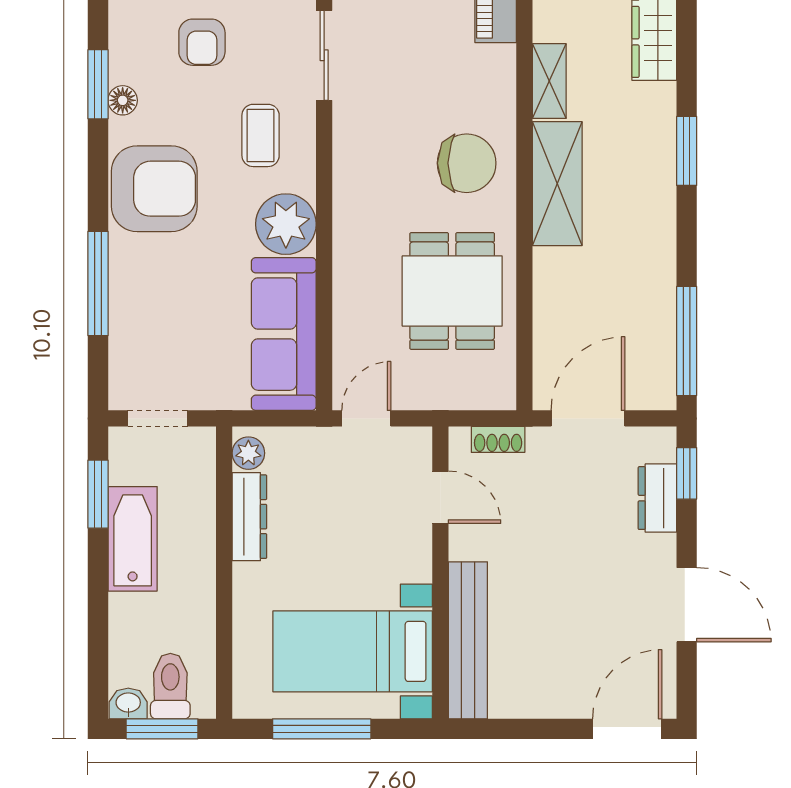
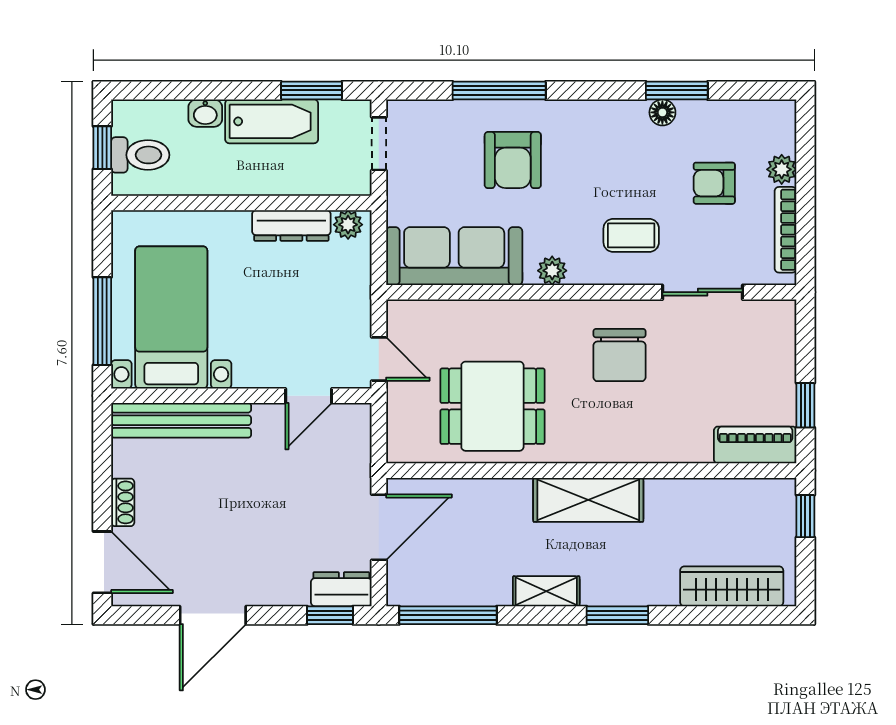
shelving: (549, 81) -> (546, 591), moved
chair: (467, 163) -> (619, 355), moved
armchair: (154, 189) -> (513, 160), moved, width x0.73, depth x0.73
plant: (286, 224) -> (552, 271), width x0.53, depth x0.53
door: (366, 418) -> (379, 359), moved
door: (588, 418) -> (379, 527), hinge flipped
shoe rack: (498, 439) -> (123, 502), moved, turned 180
dresser: (657, 498) -> (341, 589), moved
washbasin: (128, 703) -> (205, 113), moved, turned 90
window: (162, 729) -> (102, 148), width x0.67
window: (322, 729) -> (102, 321), moved

